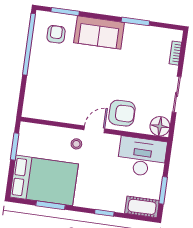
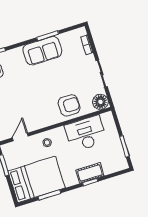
sofa: (99, 33) -> (42, 51), moved
door: (94, 129) -> (20, 137), moved
desk: (142, 157) -> (86, 134), moved
cot: (142, 207) -> (90, 173), moved

